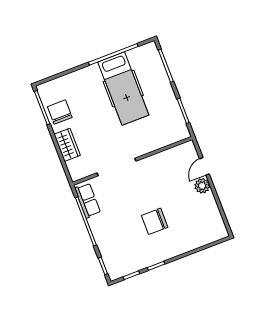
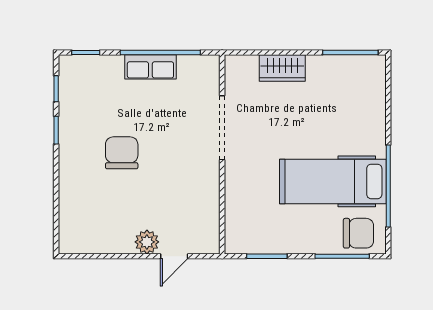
chair: (60, 112) -> (358, 233), moved
door: (204, 166) -> (174, 256), swing flipped
row of seats: (88, 200) -> (150, 67), moved

